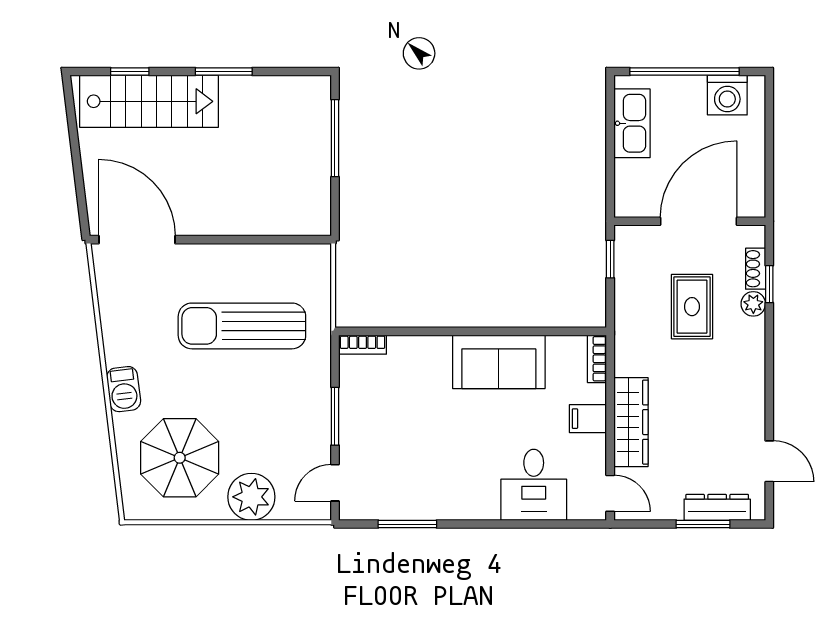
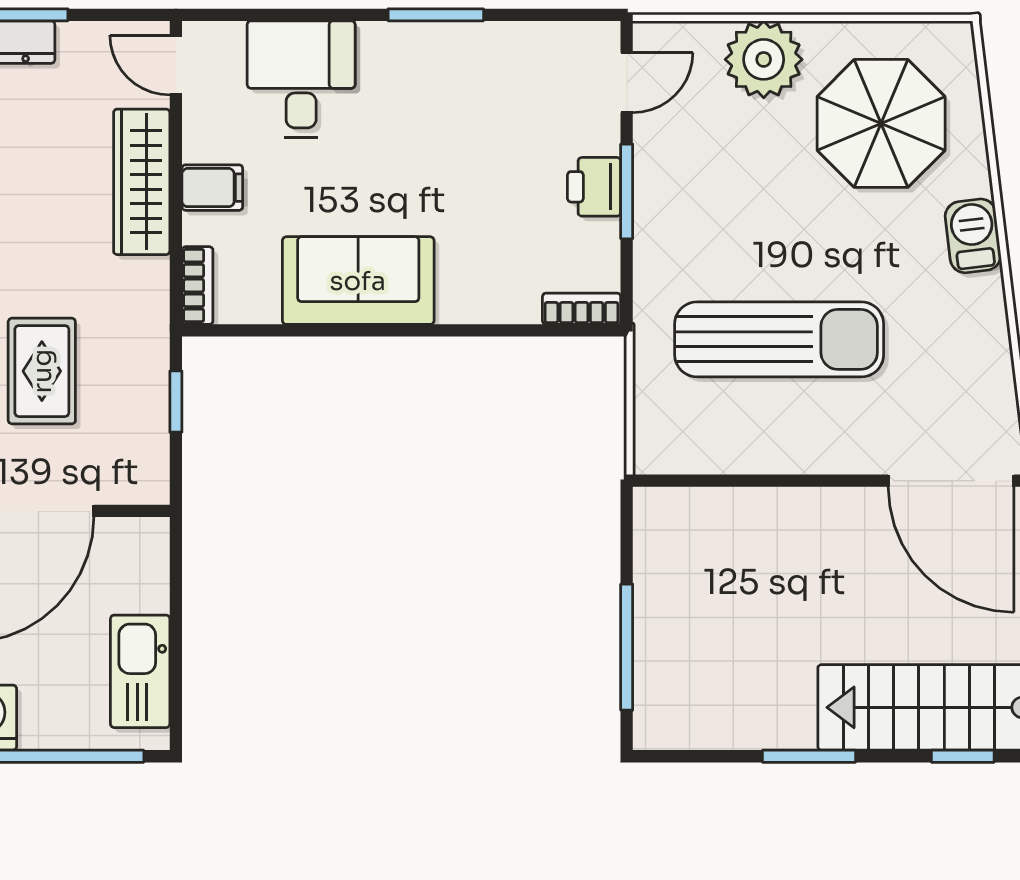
window: (610, 259) -> (176, 402), moved
printer: (355, 419) -> (594, 187), added
window: (407, 524) -> (436, 15), moved

